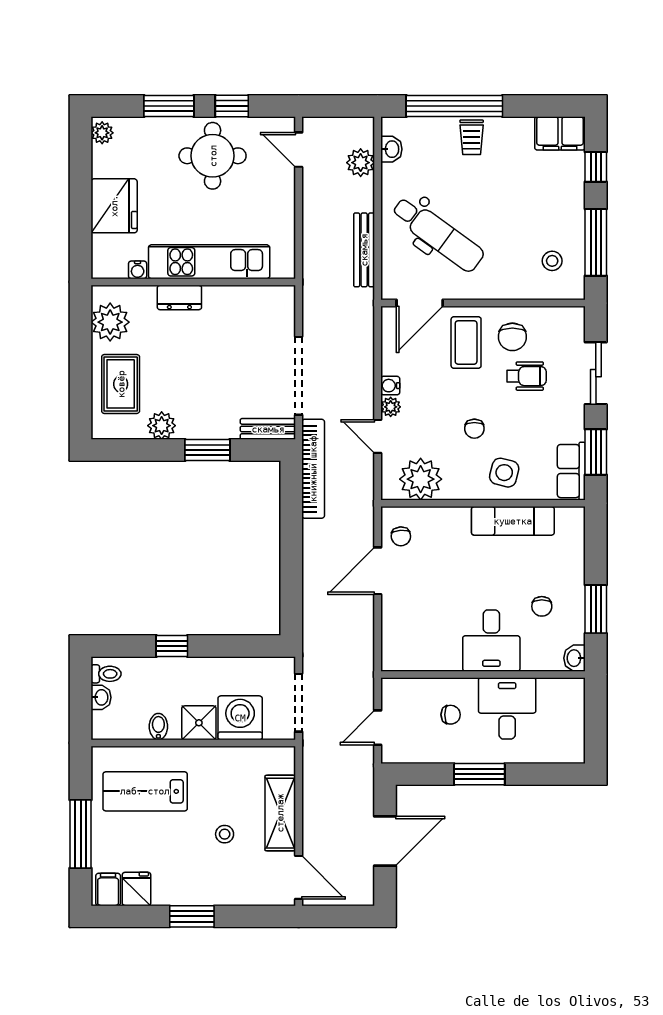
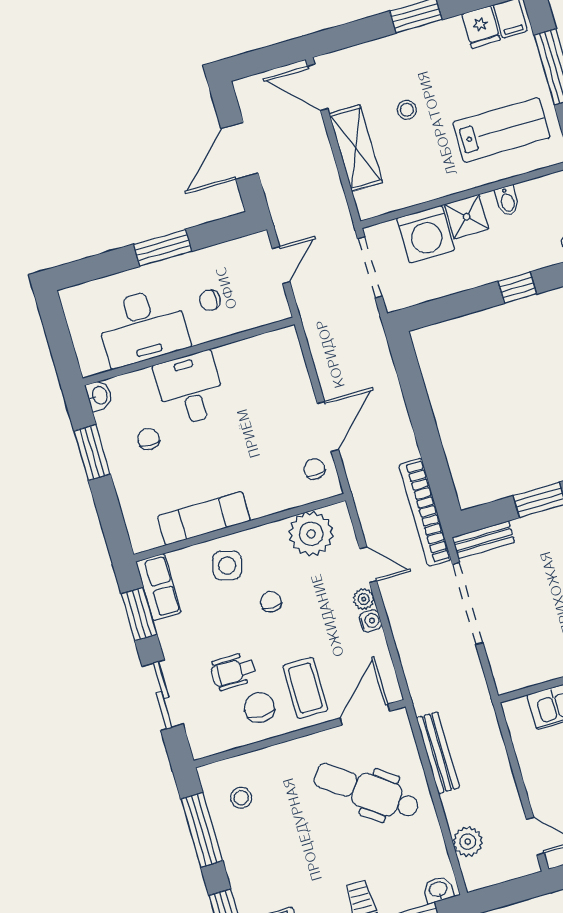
washbasin: (391, 149) -> (438, 890), moved, turned 90
desk: (507, 708) -> (143, 327), width x1.37

